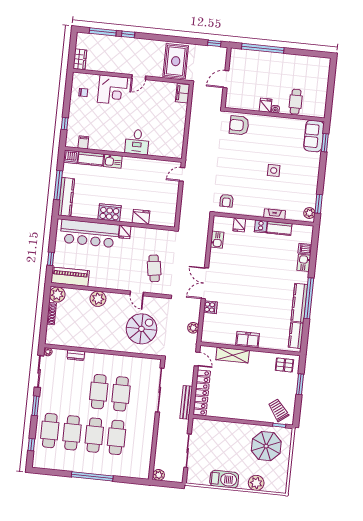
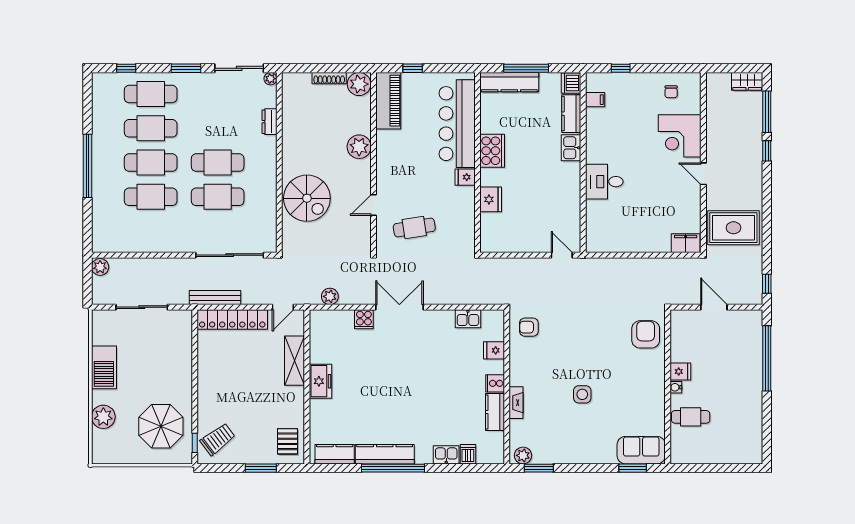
wardrobe: (80, 59) -> (747, 81), moved
spiral stairs: (141, 329) -> (307, 198), moved

